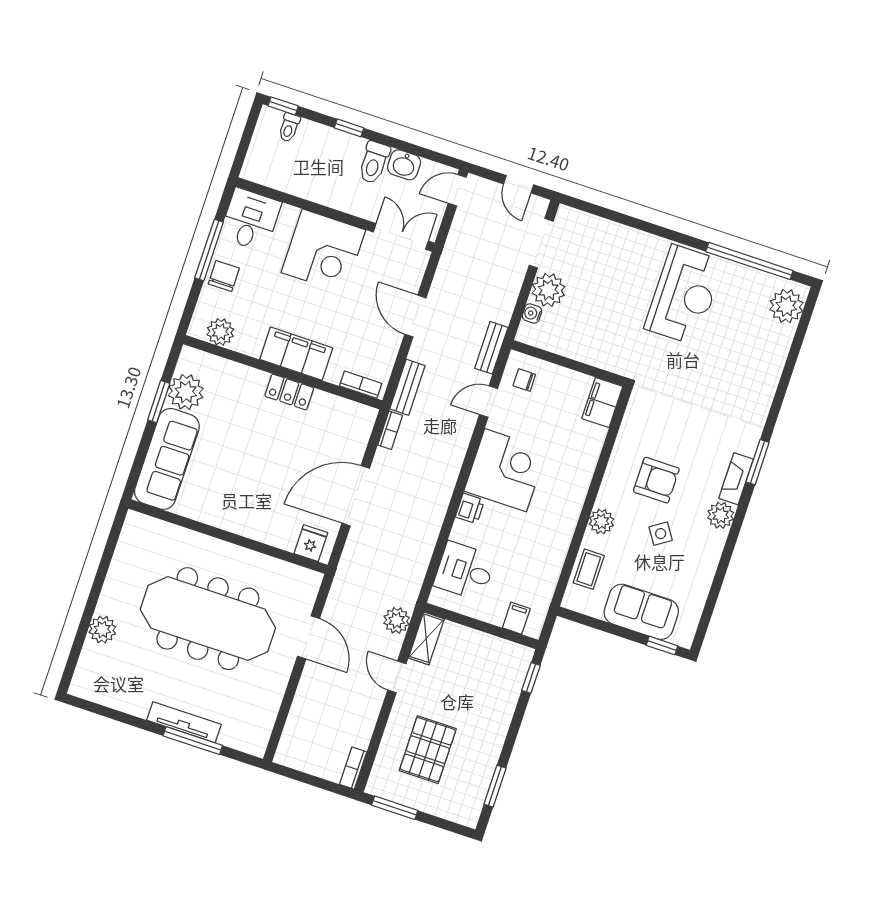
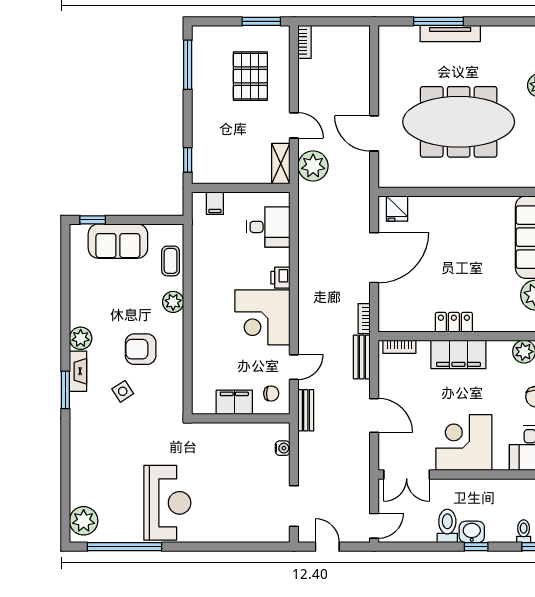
washbasin: (404, 165) -> (472, 532), moved
plant: (548, 290) -> (276, 471), removed
reception desk: (684, 295) -> (167, 503), turned 180
filing cabinet: (602, 402) -> (234, 402), moved, turned -90
side table: (661, 534) -> (123, 391), moved
plant: (397, 620) -> (313, 166), width x1.36, depth x1.36
window: (495, 786) -> (188, 65), width x1.44

